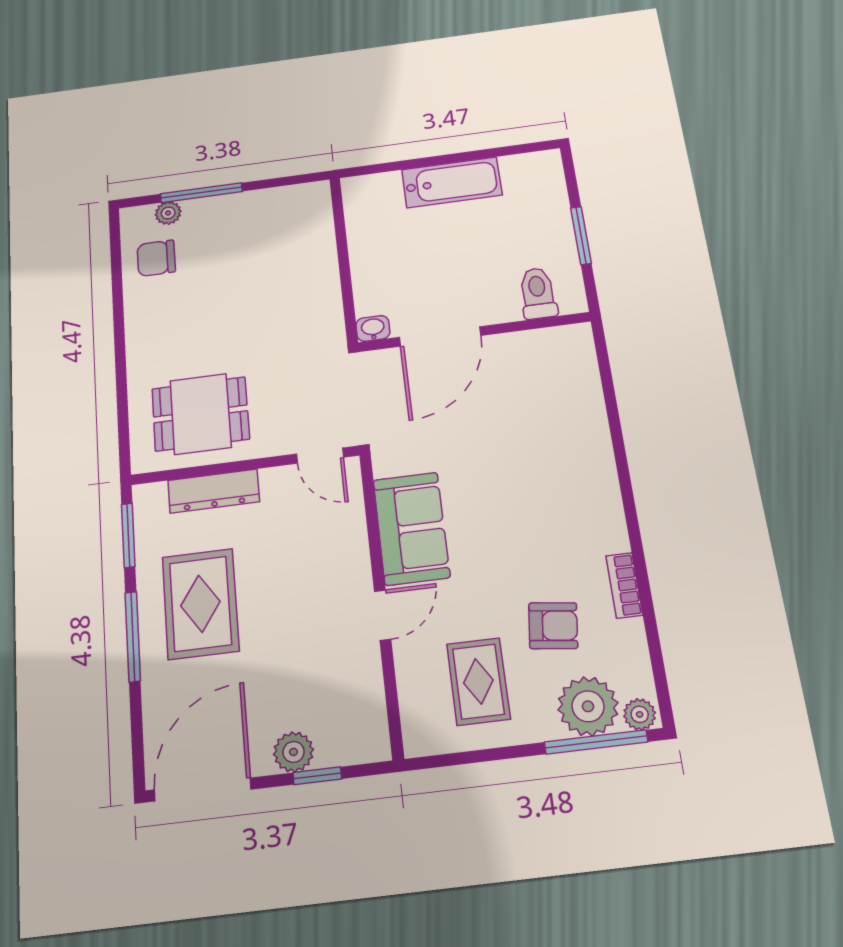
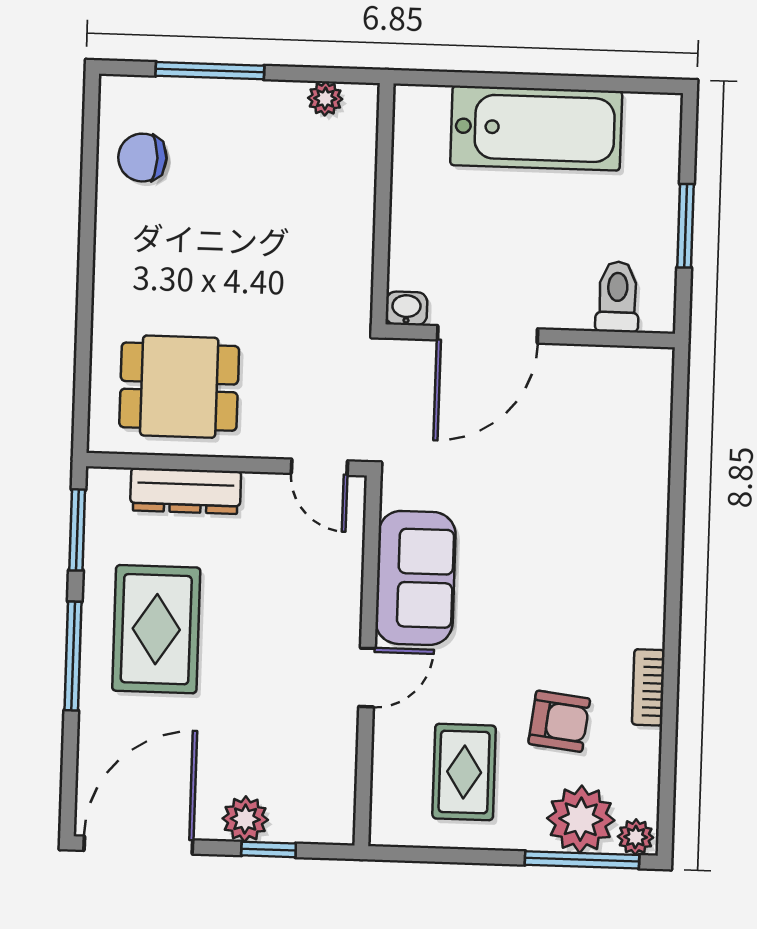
bathtub: (452, 182) -> (536, 128), width x1.36, depth x1.36
plant: (168, 213) -> (325, 98), moved

